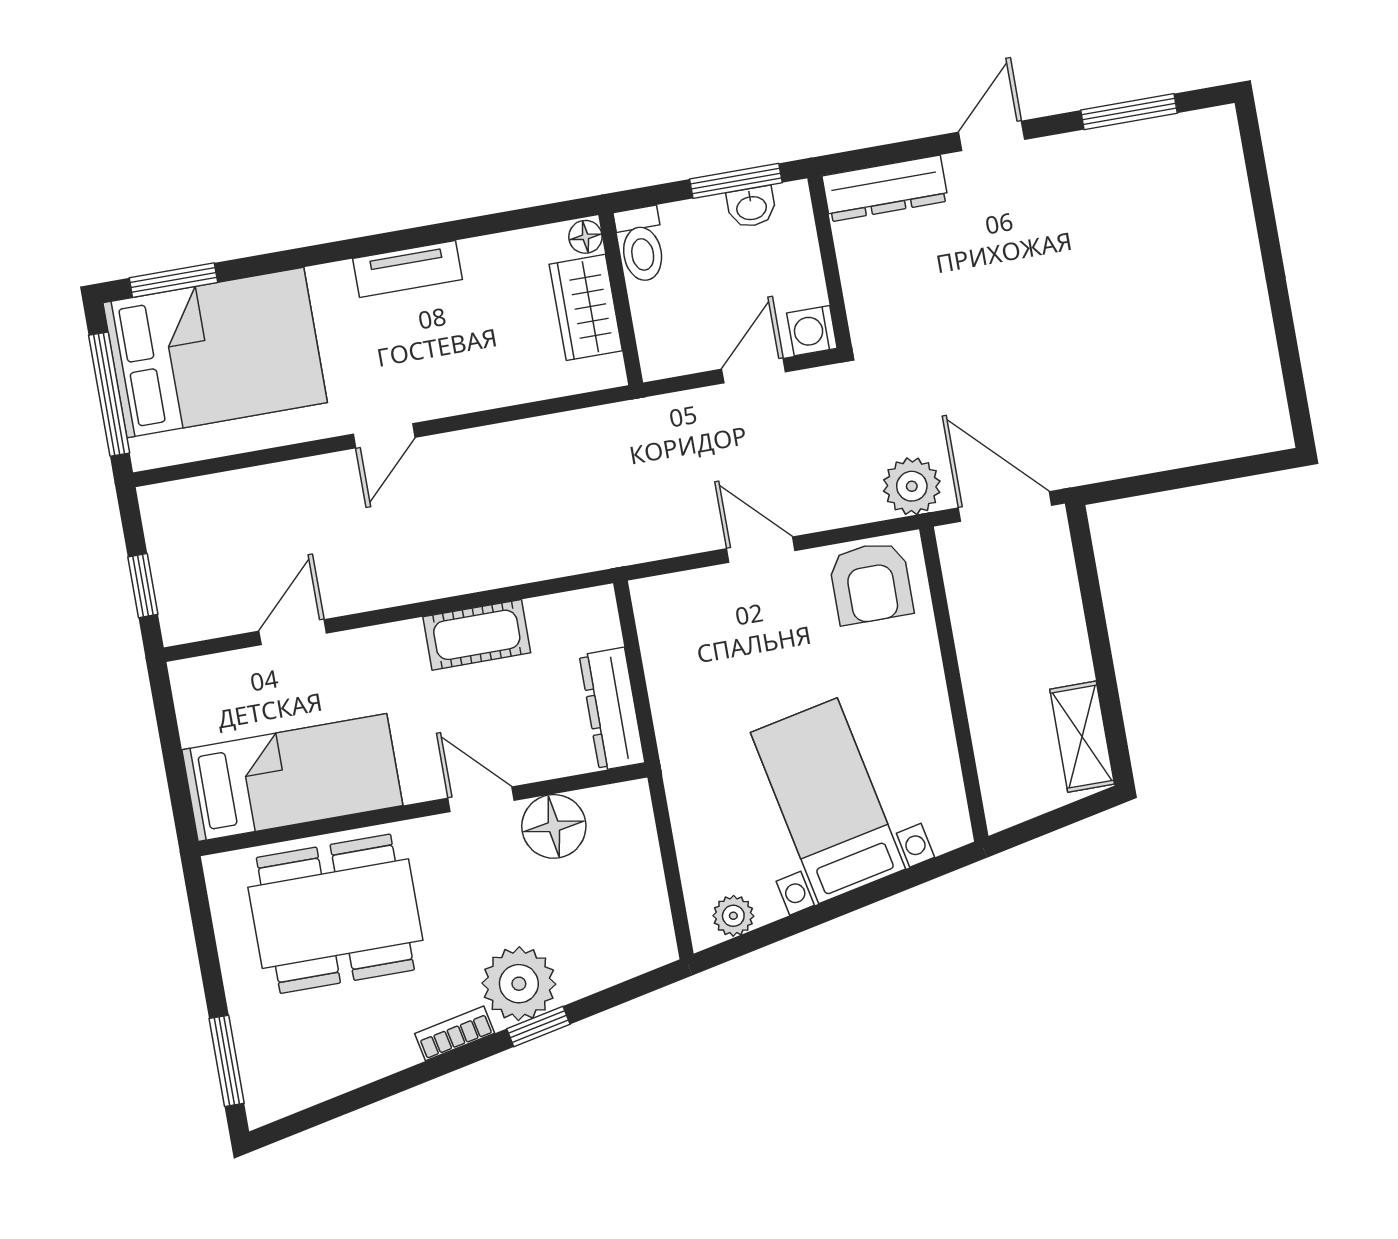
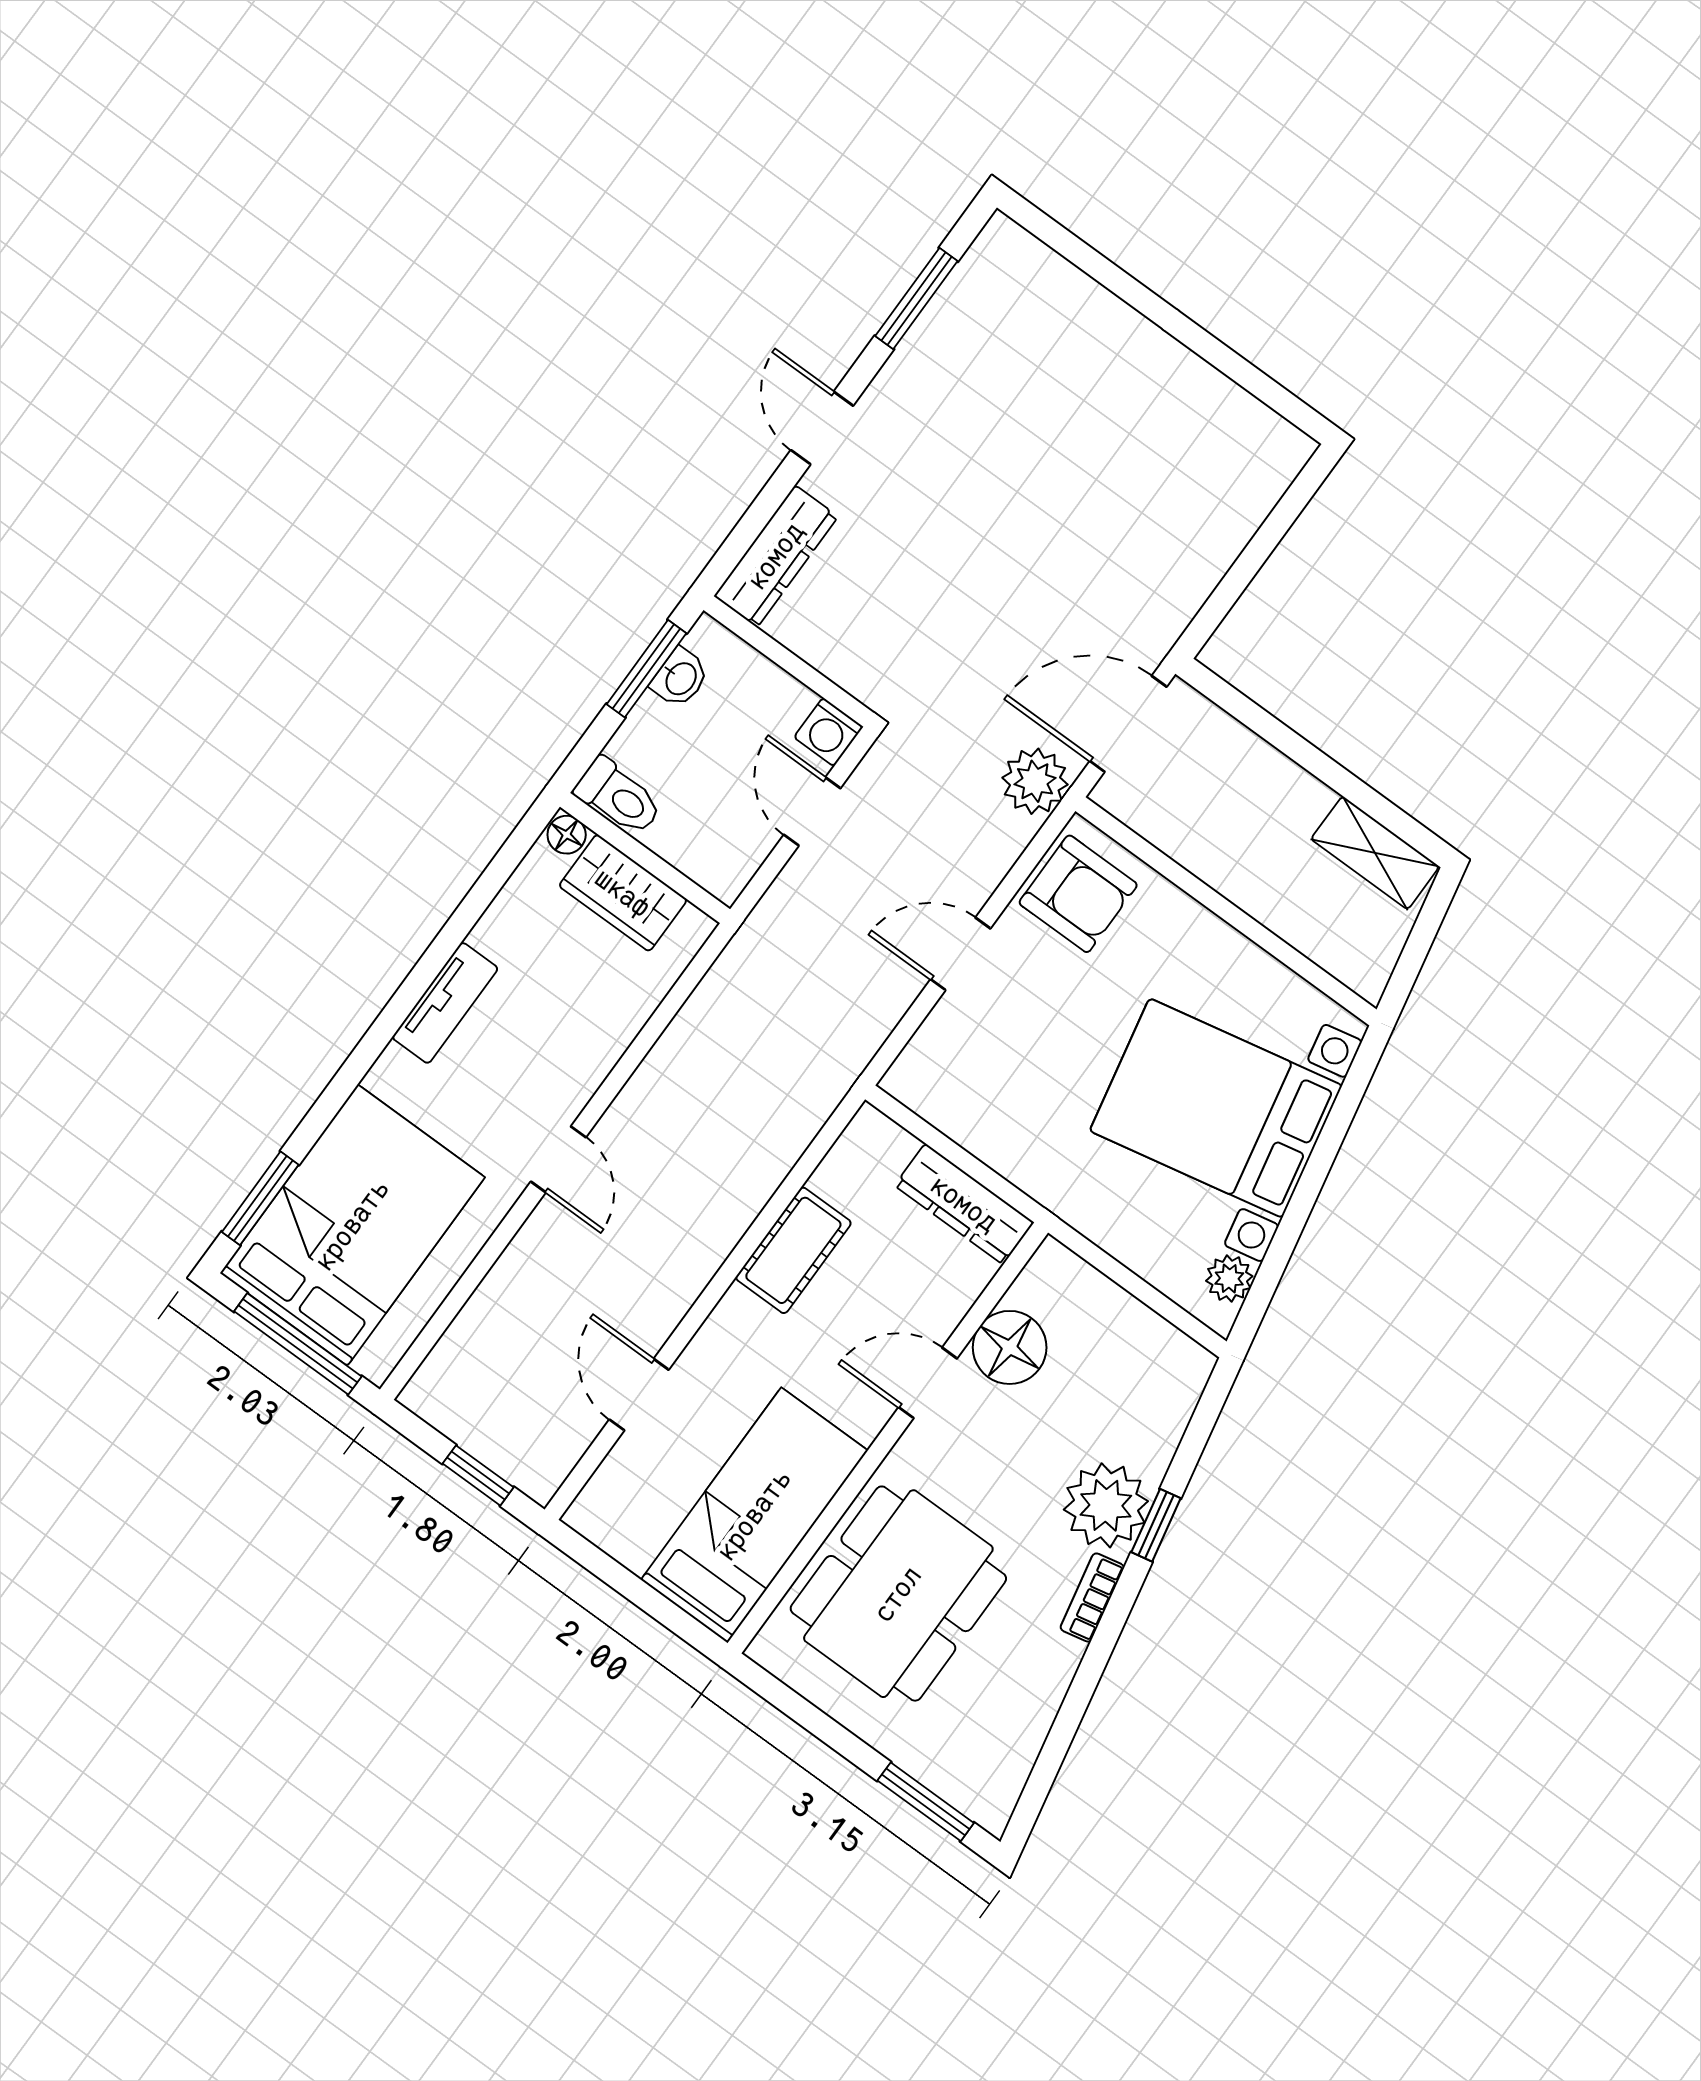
bed with nightstands: (828, 801) -> (1216, 1108), width x1.36

